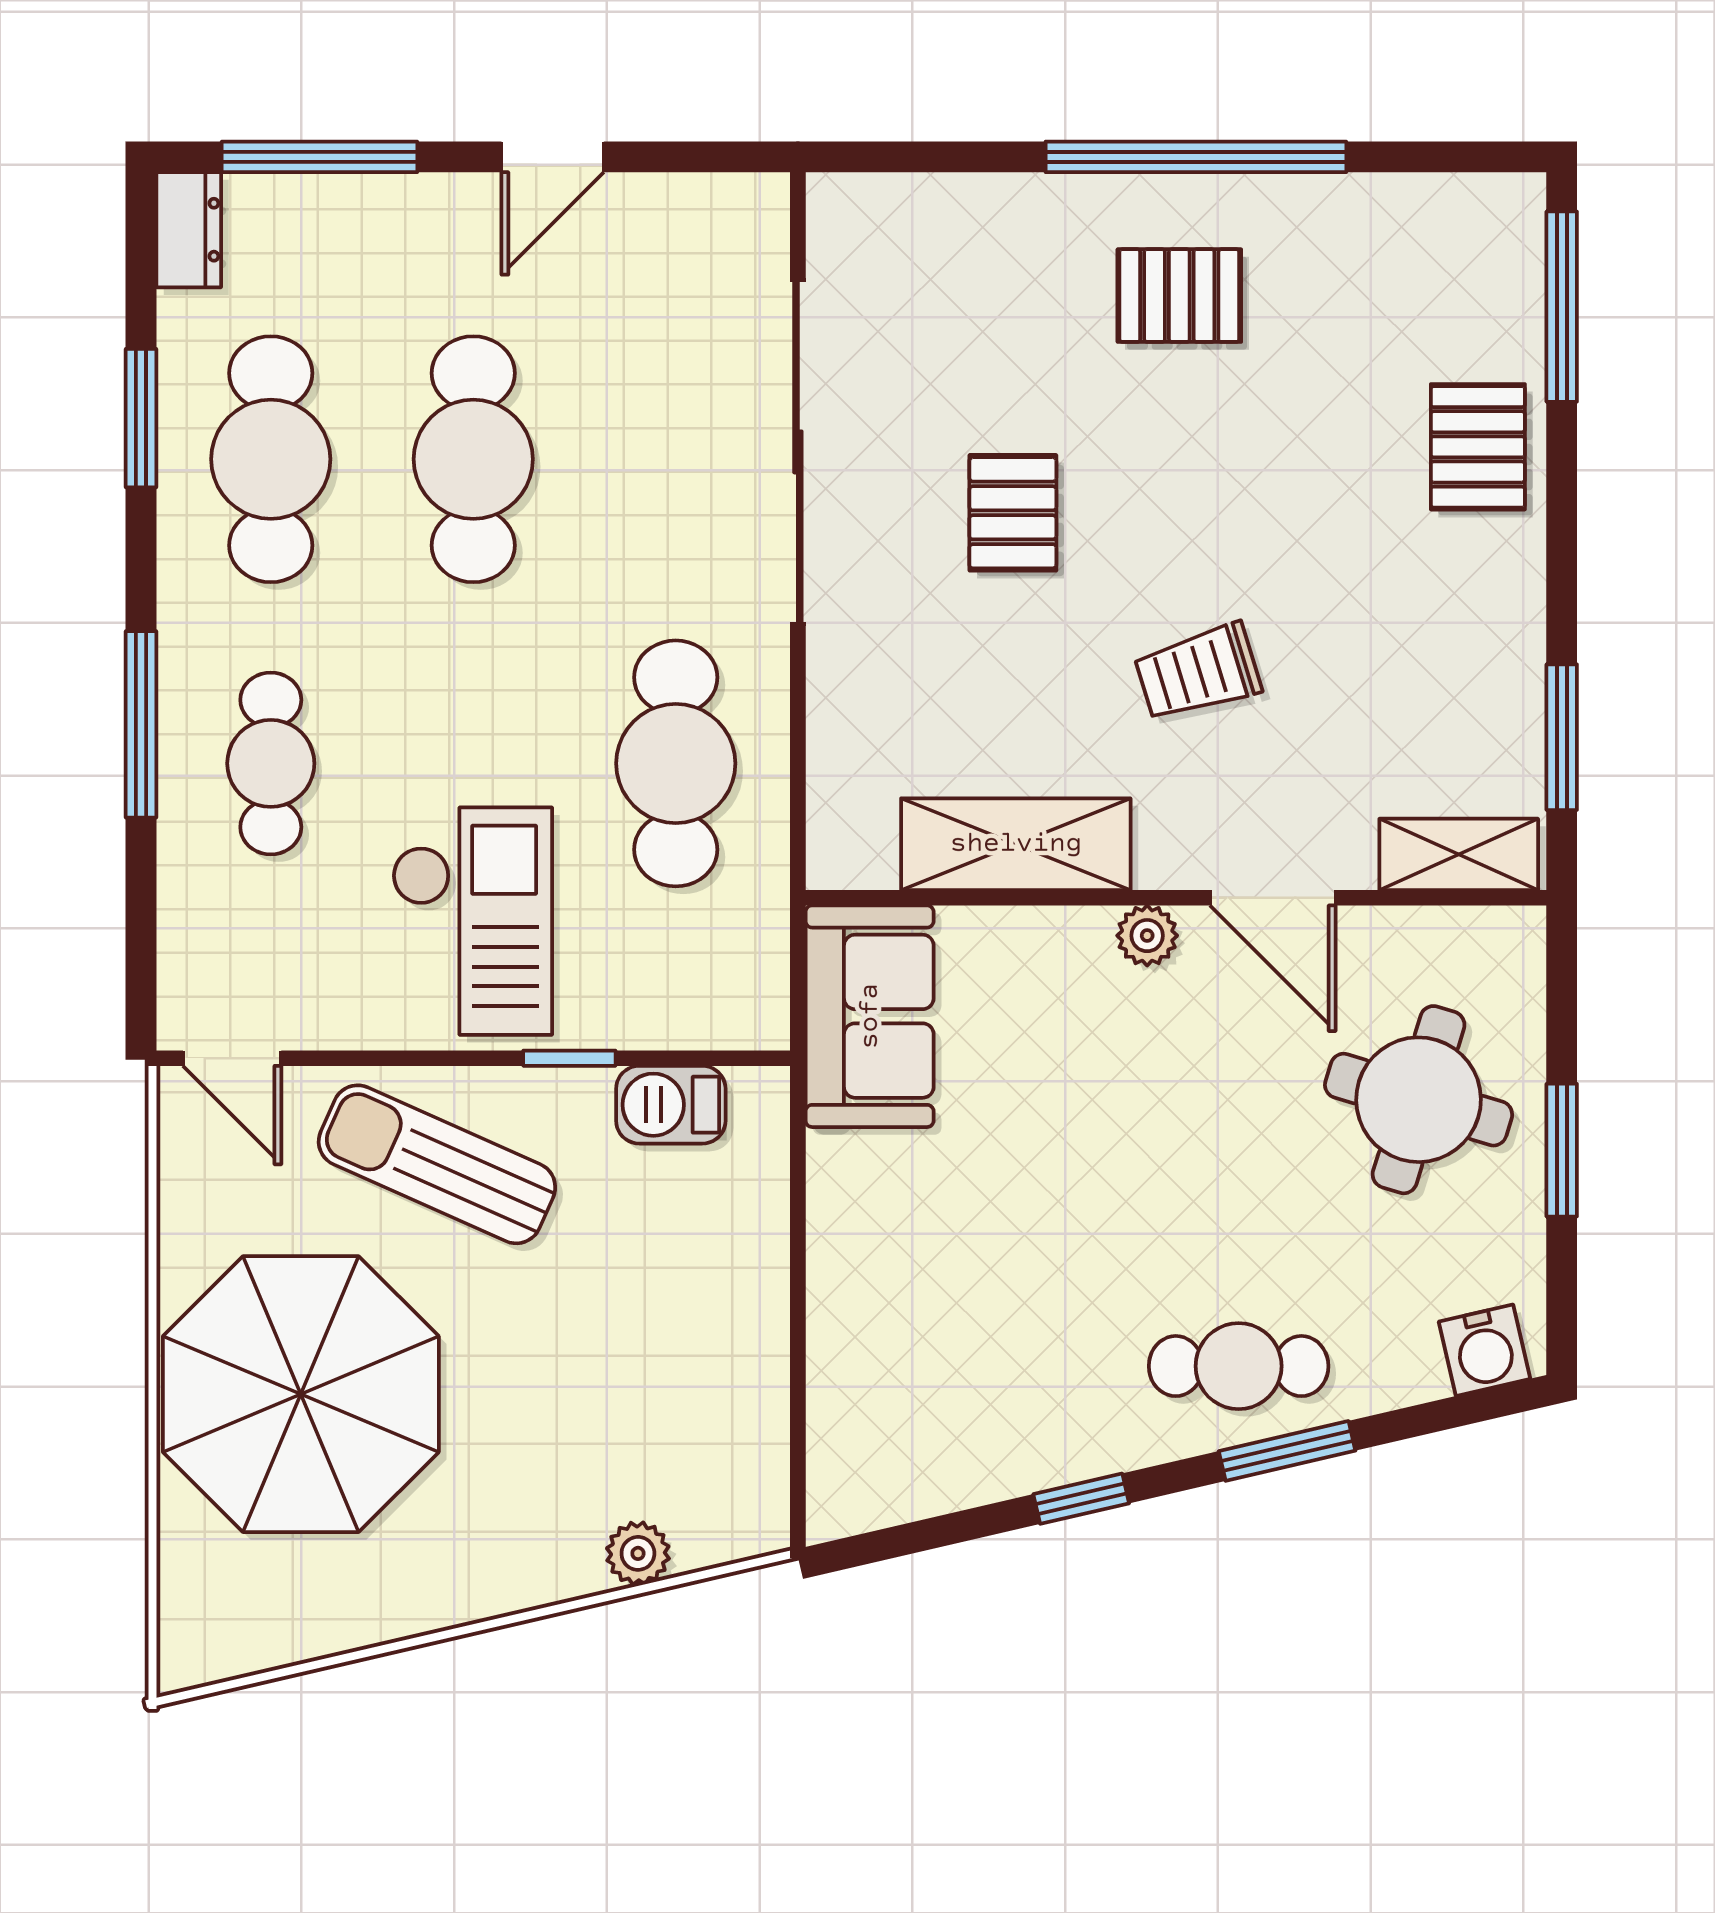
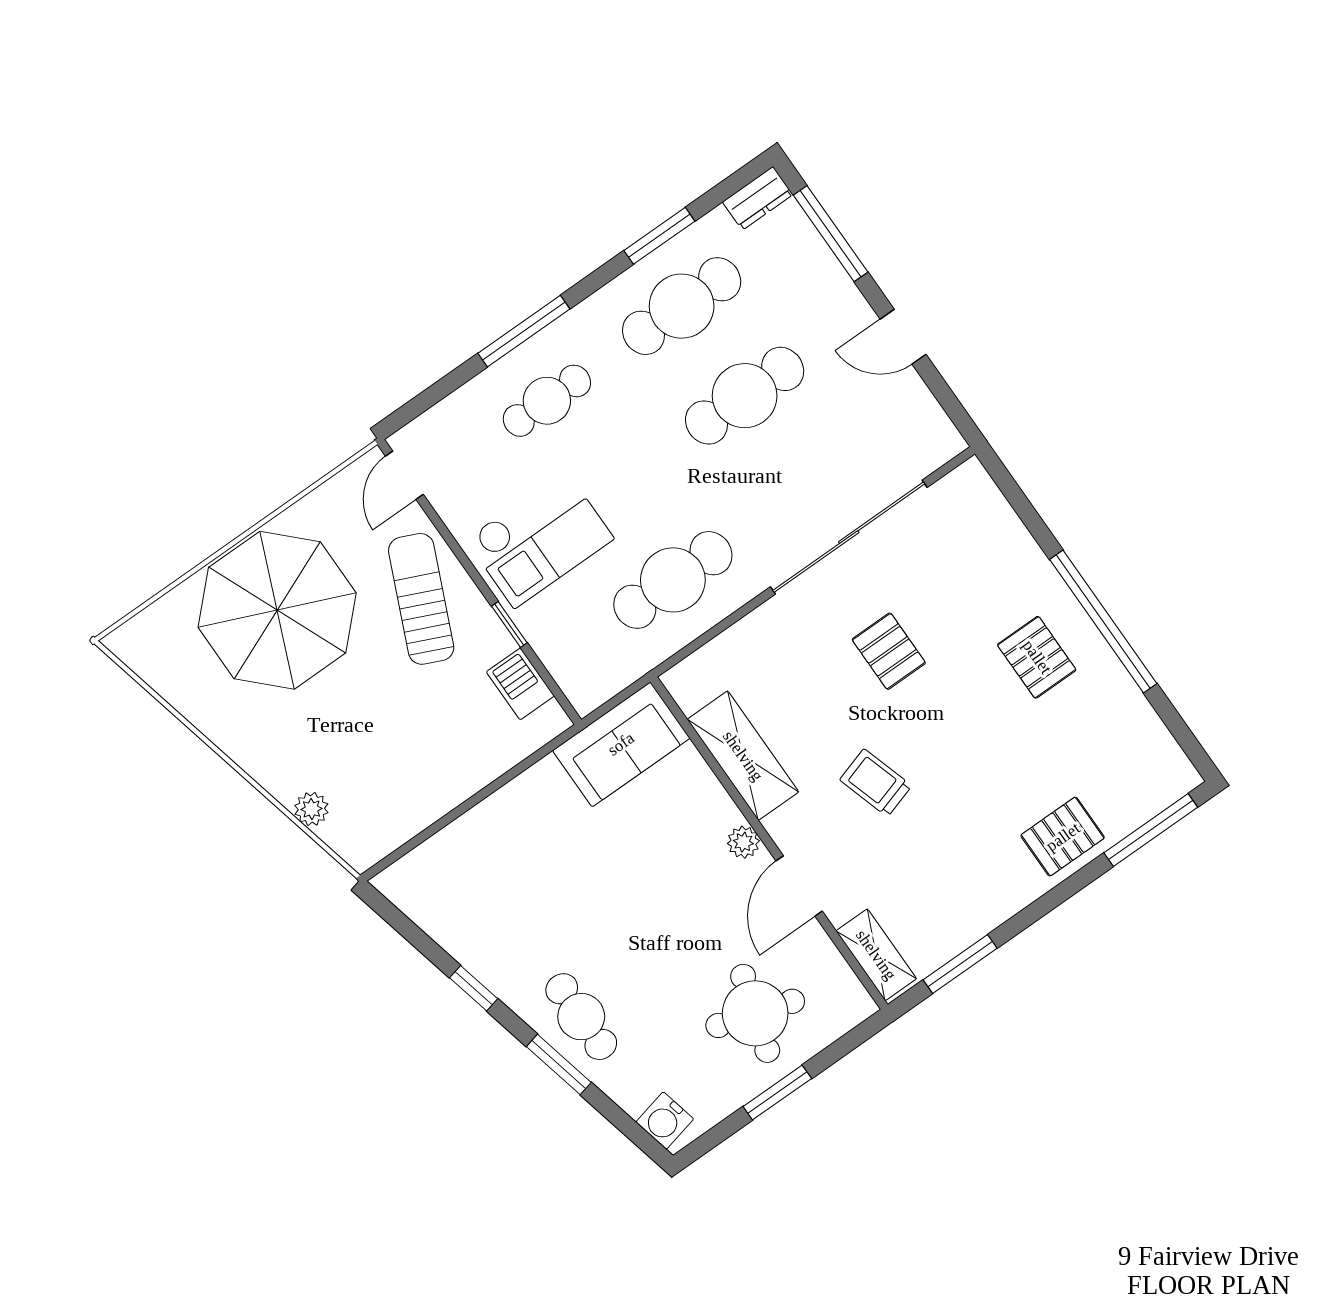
pallet: (1013, 513) -> (889, 651), turned 90

